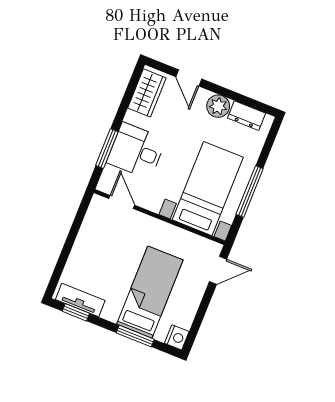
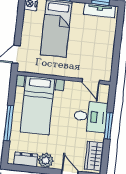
window: (107, 149) -> (108, 126), moved
window: (250, 191) -> (9, 123), moved

